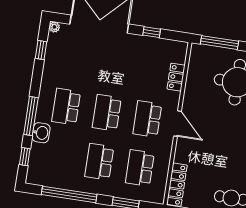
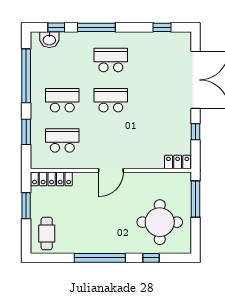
plant: (54, 27) -> (186, 37), removed
locker: (176, 77) -> (178, 162), moved
school desk: (147, 119) -> (111, 140), removed
washbasin: (41, 133) -> (49, 40), moved

